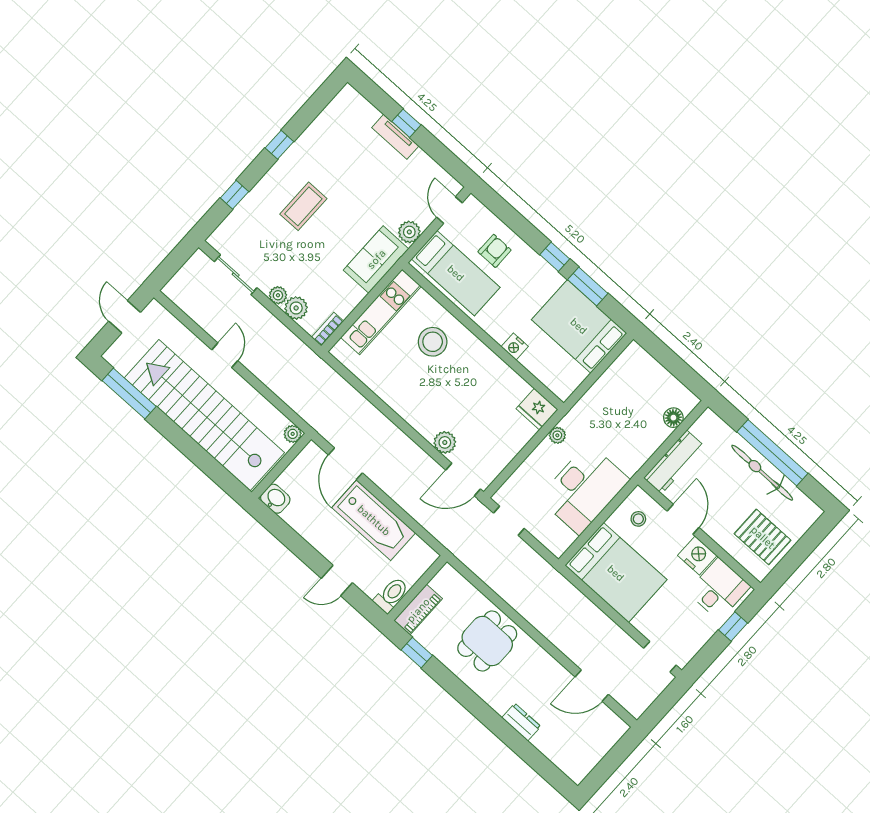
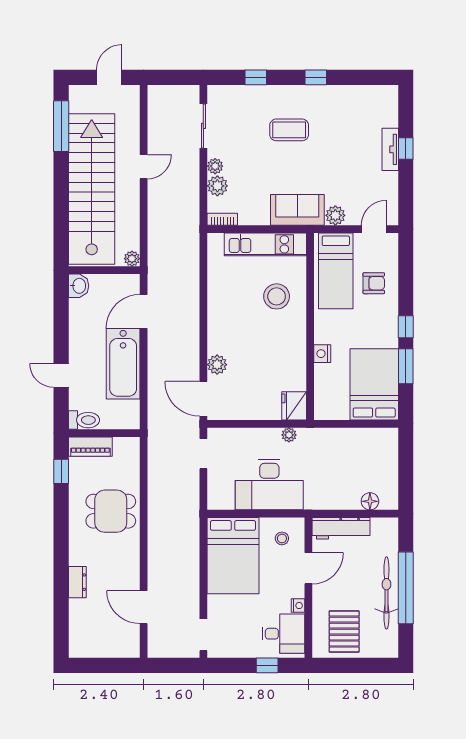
nightstand: (697, 555) -> (298, 606), width x0.53, depth x0.56

